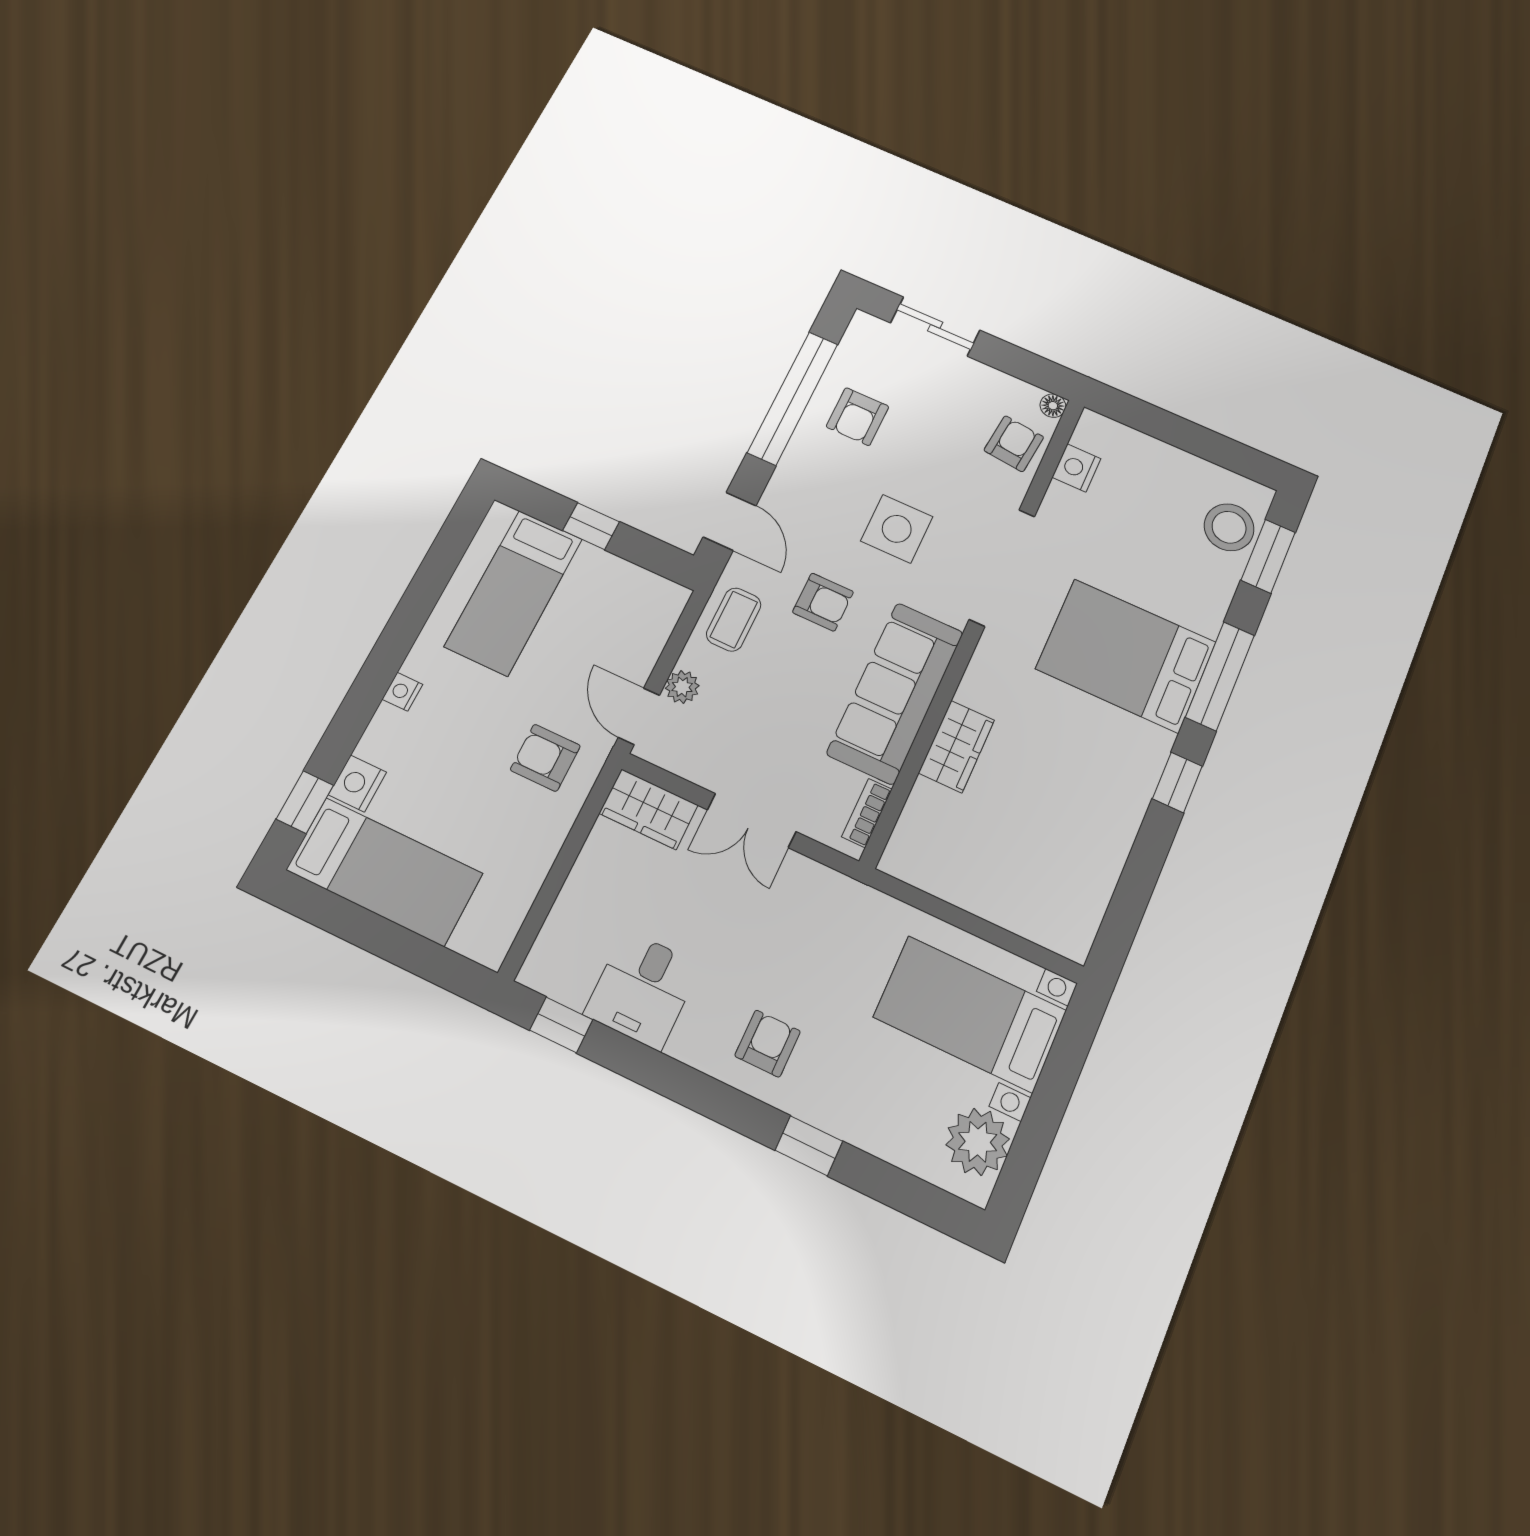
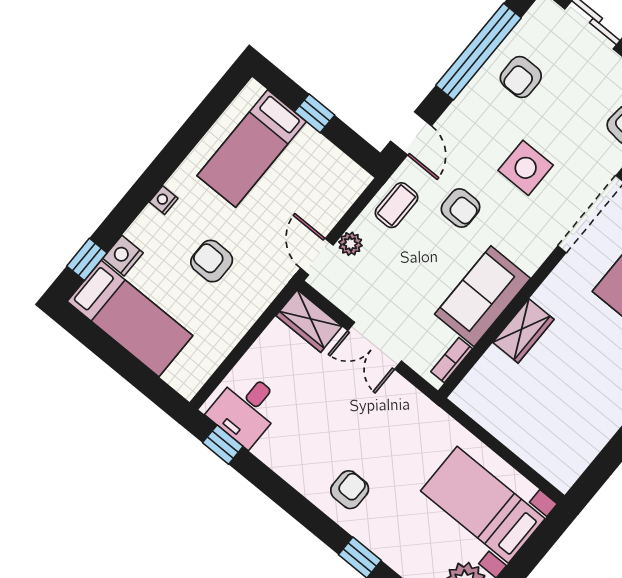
sofa: (895, 693) -> (482, 296), width x0.73
armchair: (545, 758) -> (212, 261), moved
desk: (643, 990) -> (246, 409), moved

